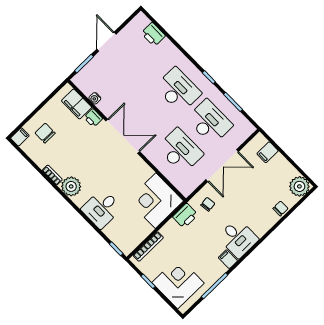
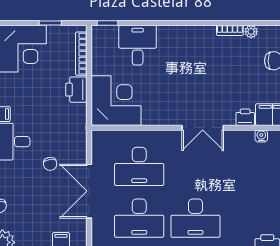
double door: (123, 136) -> (203, 128), width x0.73
plant: (71, 186) -> (251, 32), moved, width x0.53, depth x0.53
chair: (208, 204) -> (50, 164), moved
desk: (102, 209) -> (138, 45), moved
printer: (185, 216) -> (76, 90), moved

